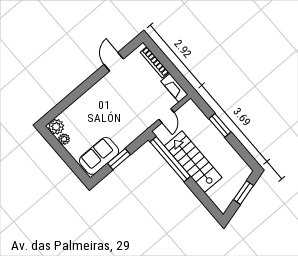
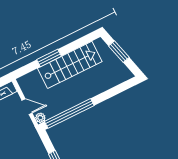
plant: (159, 132) -> (40, 118), added
stairs: (193, 162) -> (70, 65), moved, turned 180

